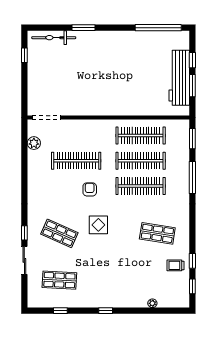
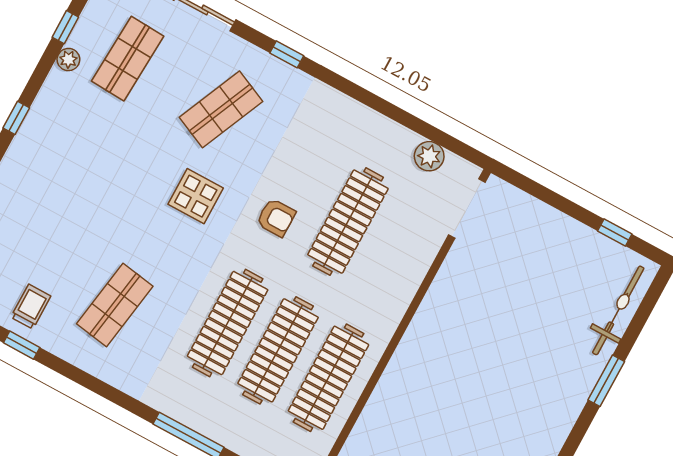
window: (24, 233) -> (287, 54), moved
plant: (72, 303) -> (68, 60), added

